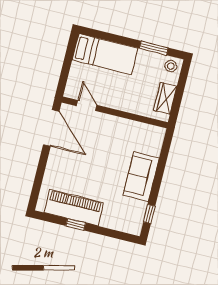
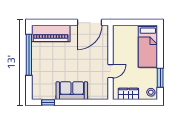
door: (87, 105) -> (111, 71), moved
piano: (74, 208) -> (51, 33), moved, turned 90
window: (76, 224) -> (29, 55), width x3.17

